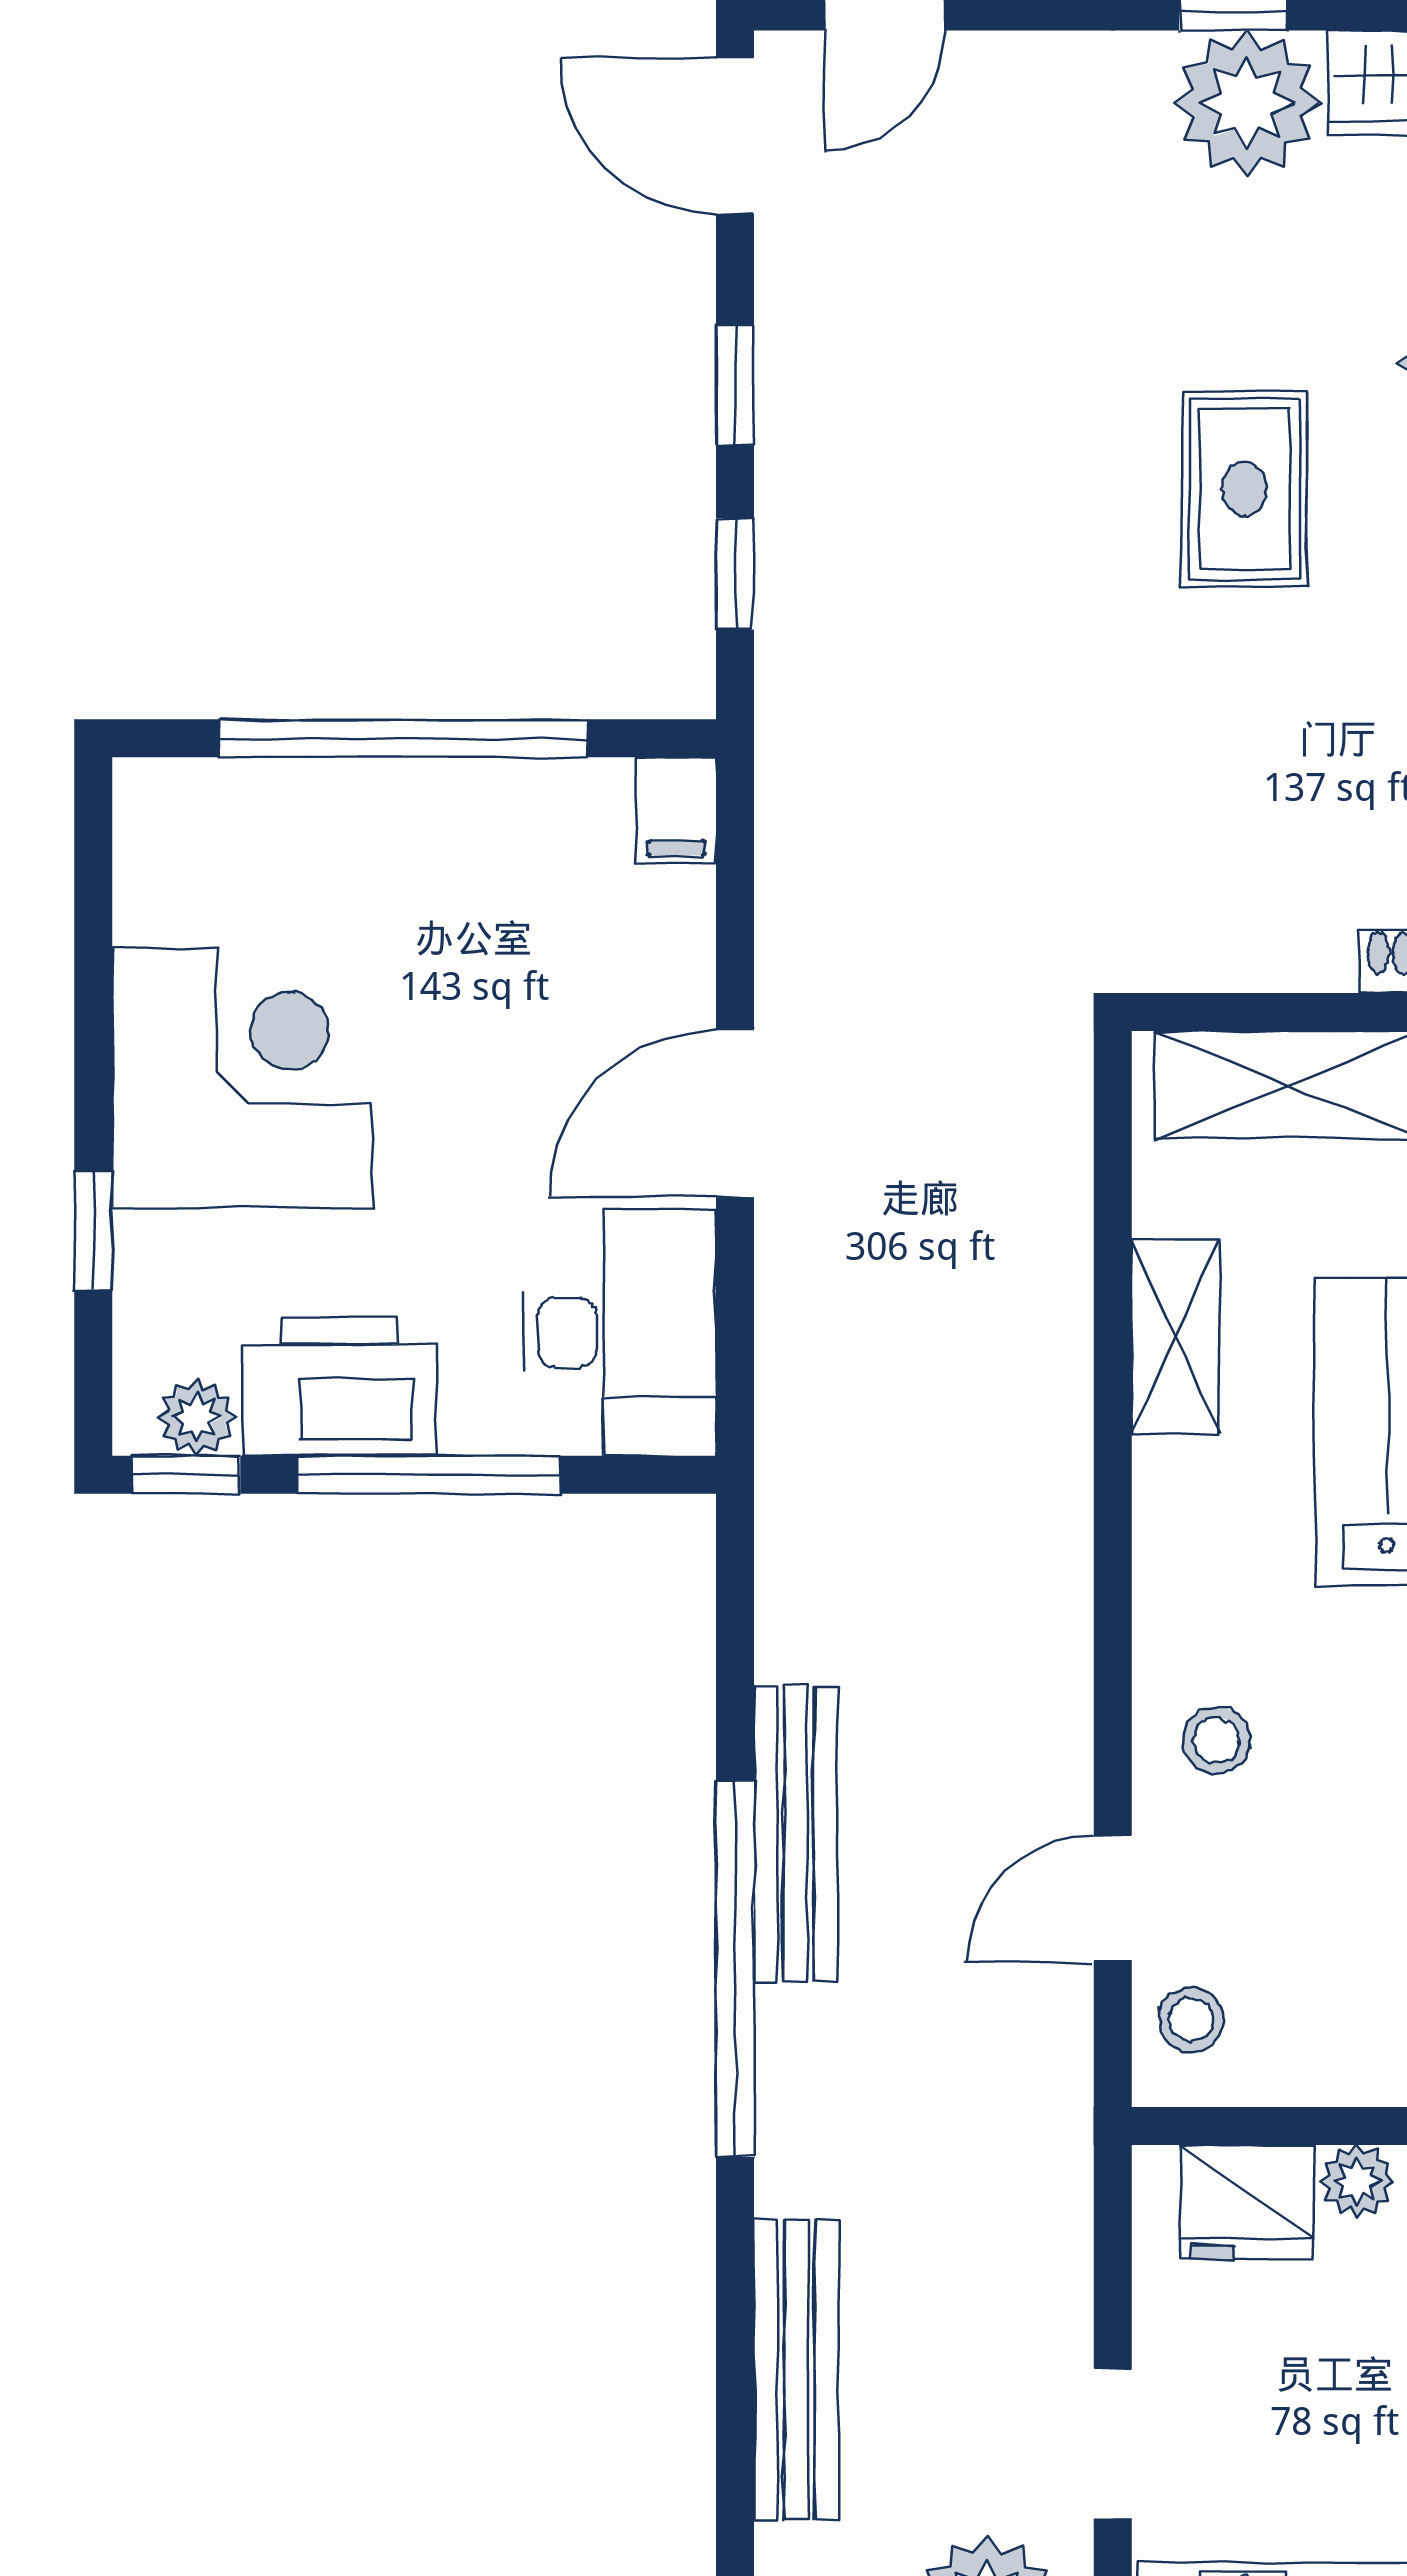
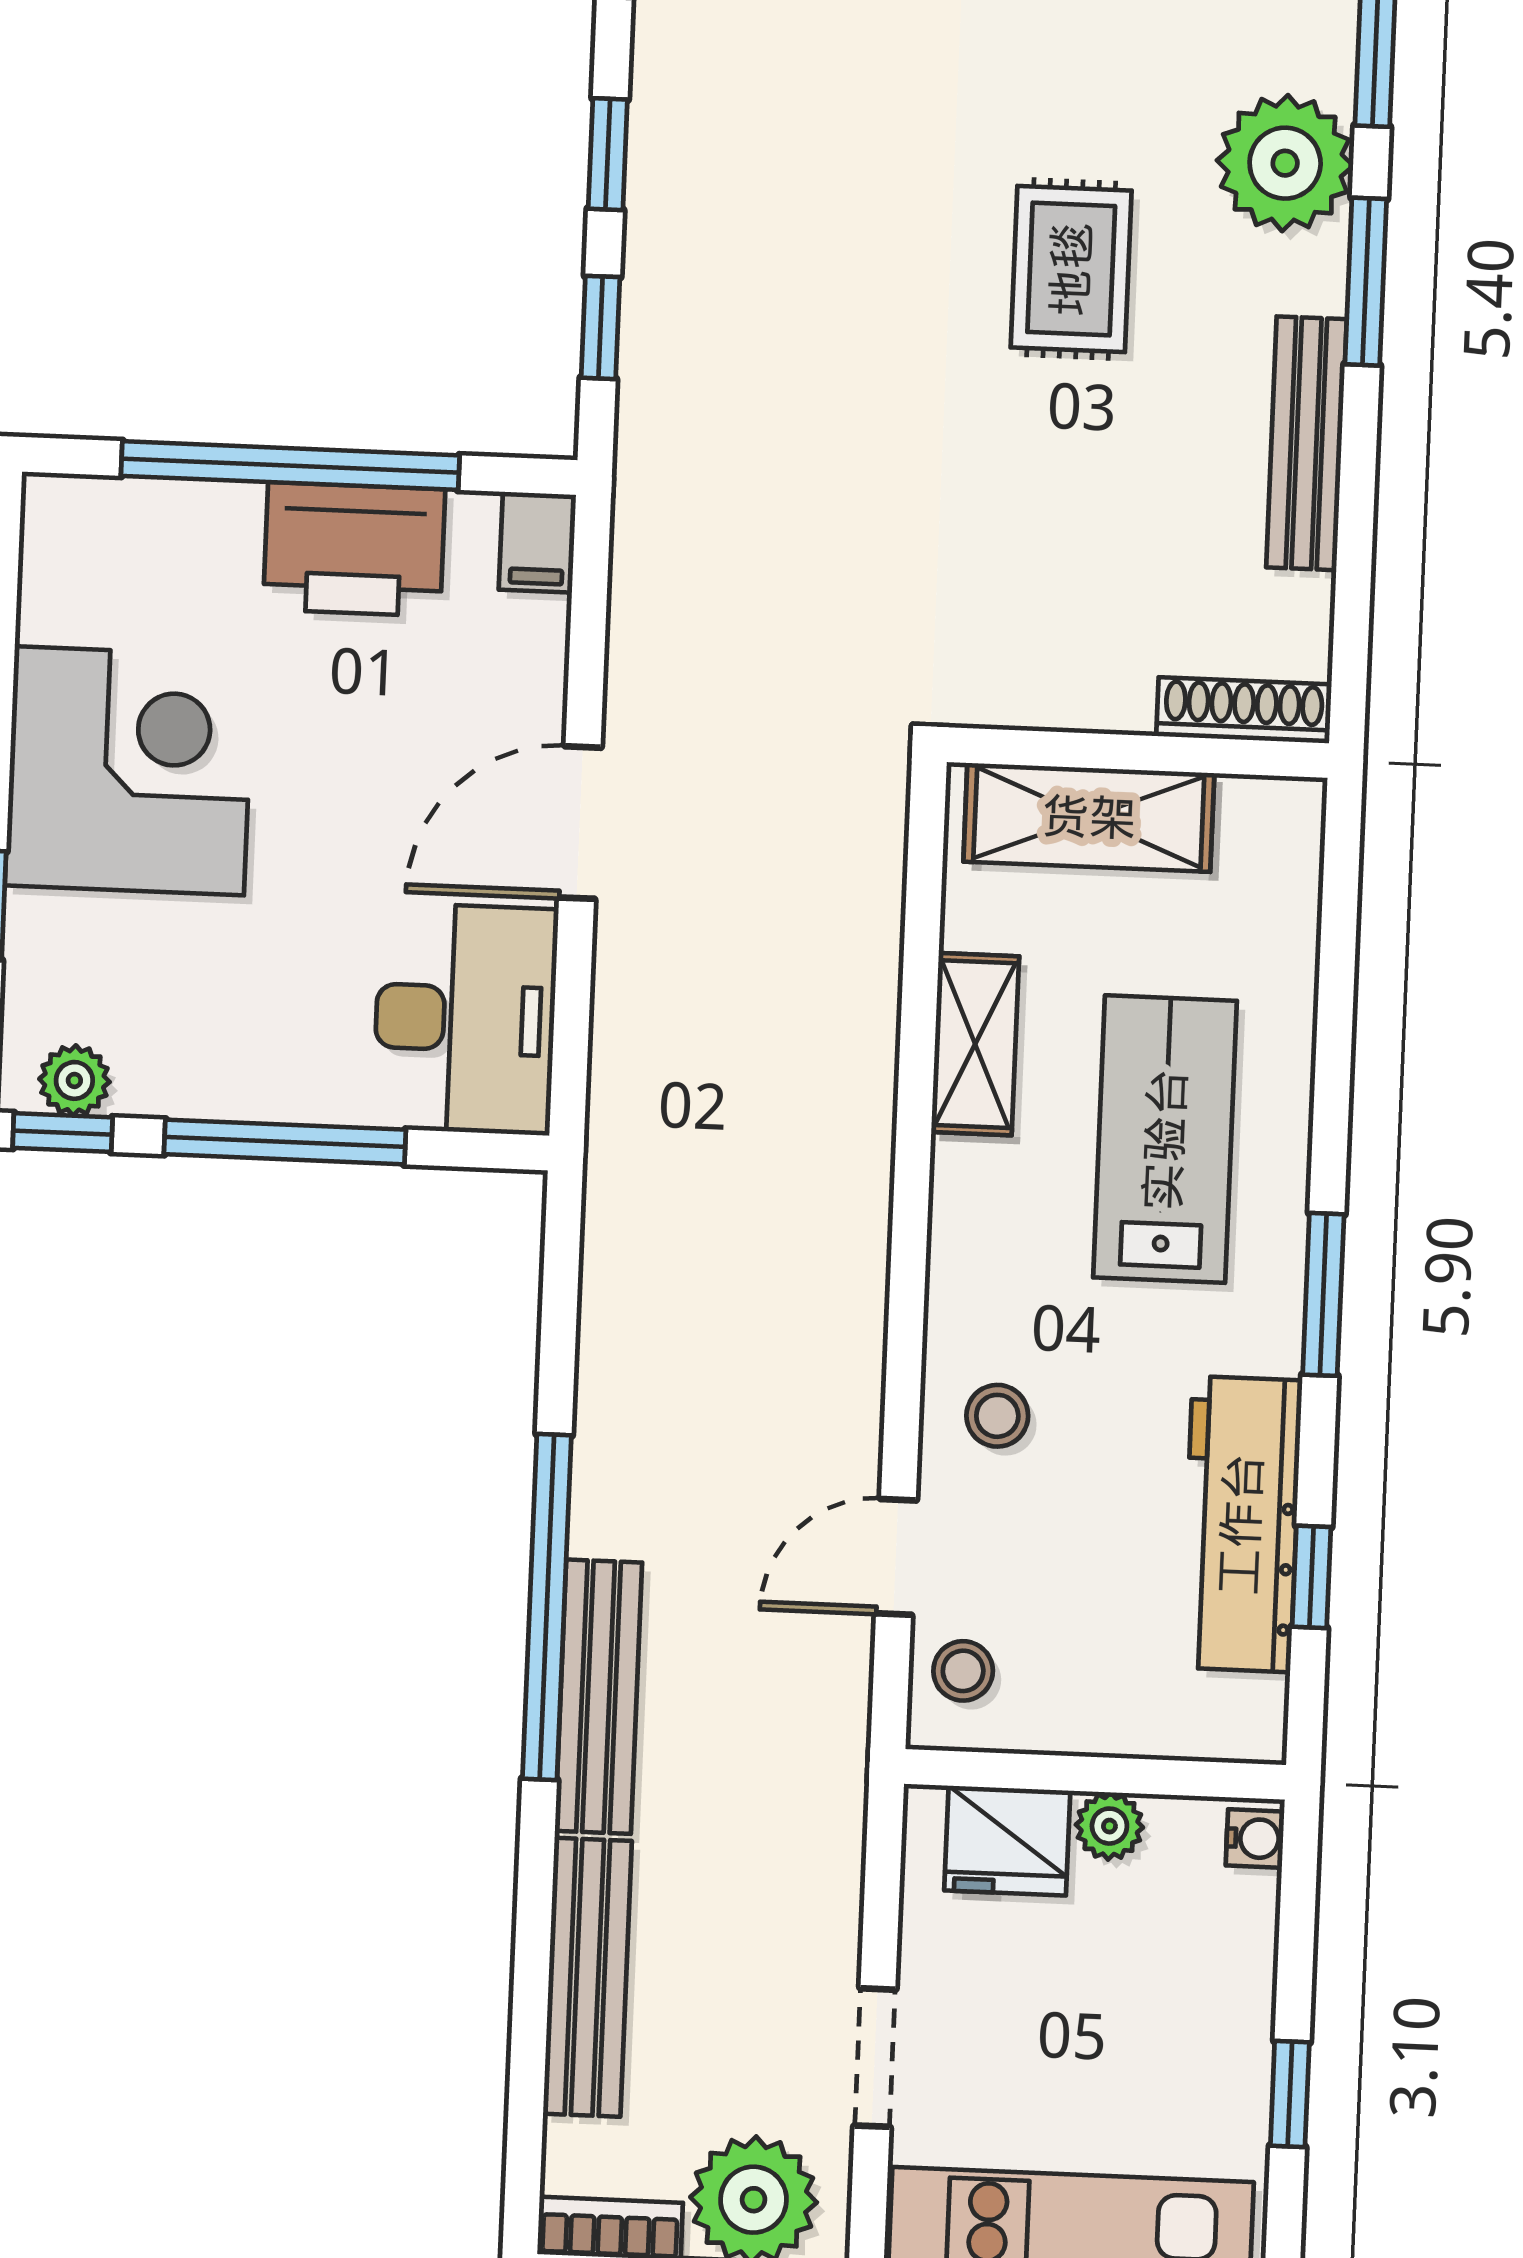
printer: (339, 1386) -> (354, 549), moved, turned 180
bench: (795, 1834) -> (599, 1697), moved

